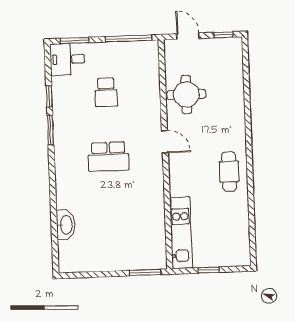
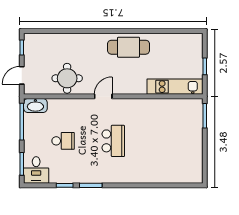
cafe table: (229, 172) -> (129, 47), width x1.37, depth x1.35
washbasin: (66, 225) -> (35, 106), moved, turned 180

